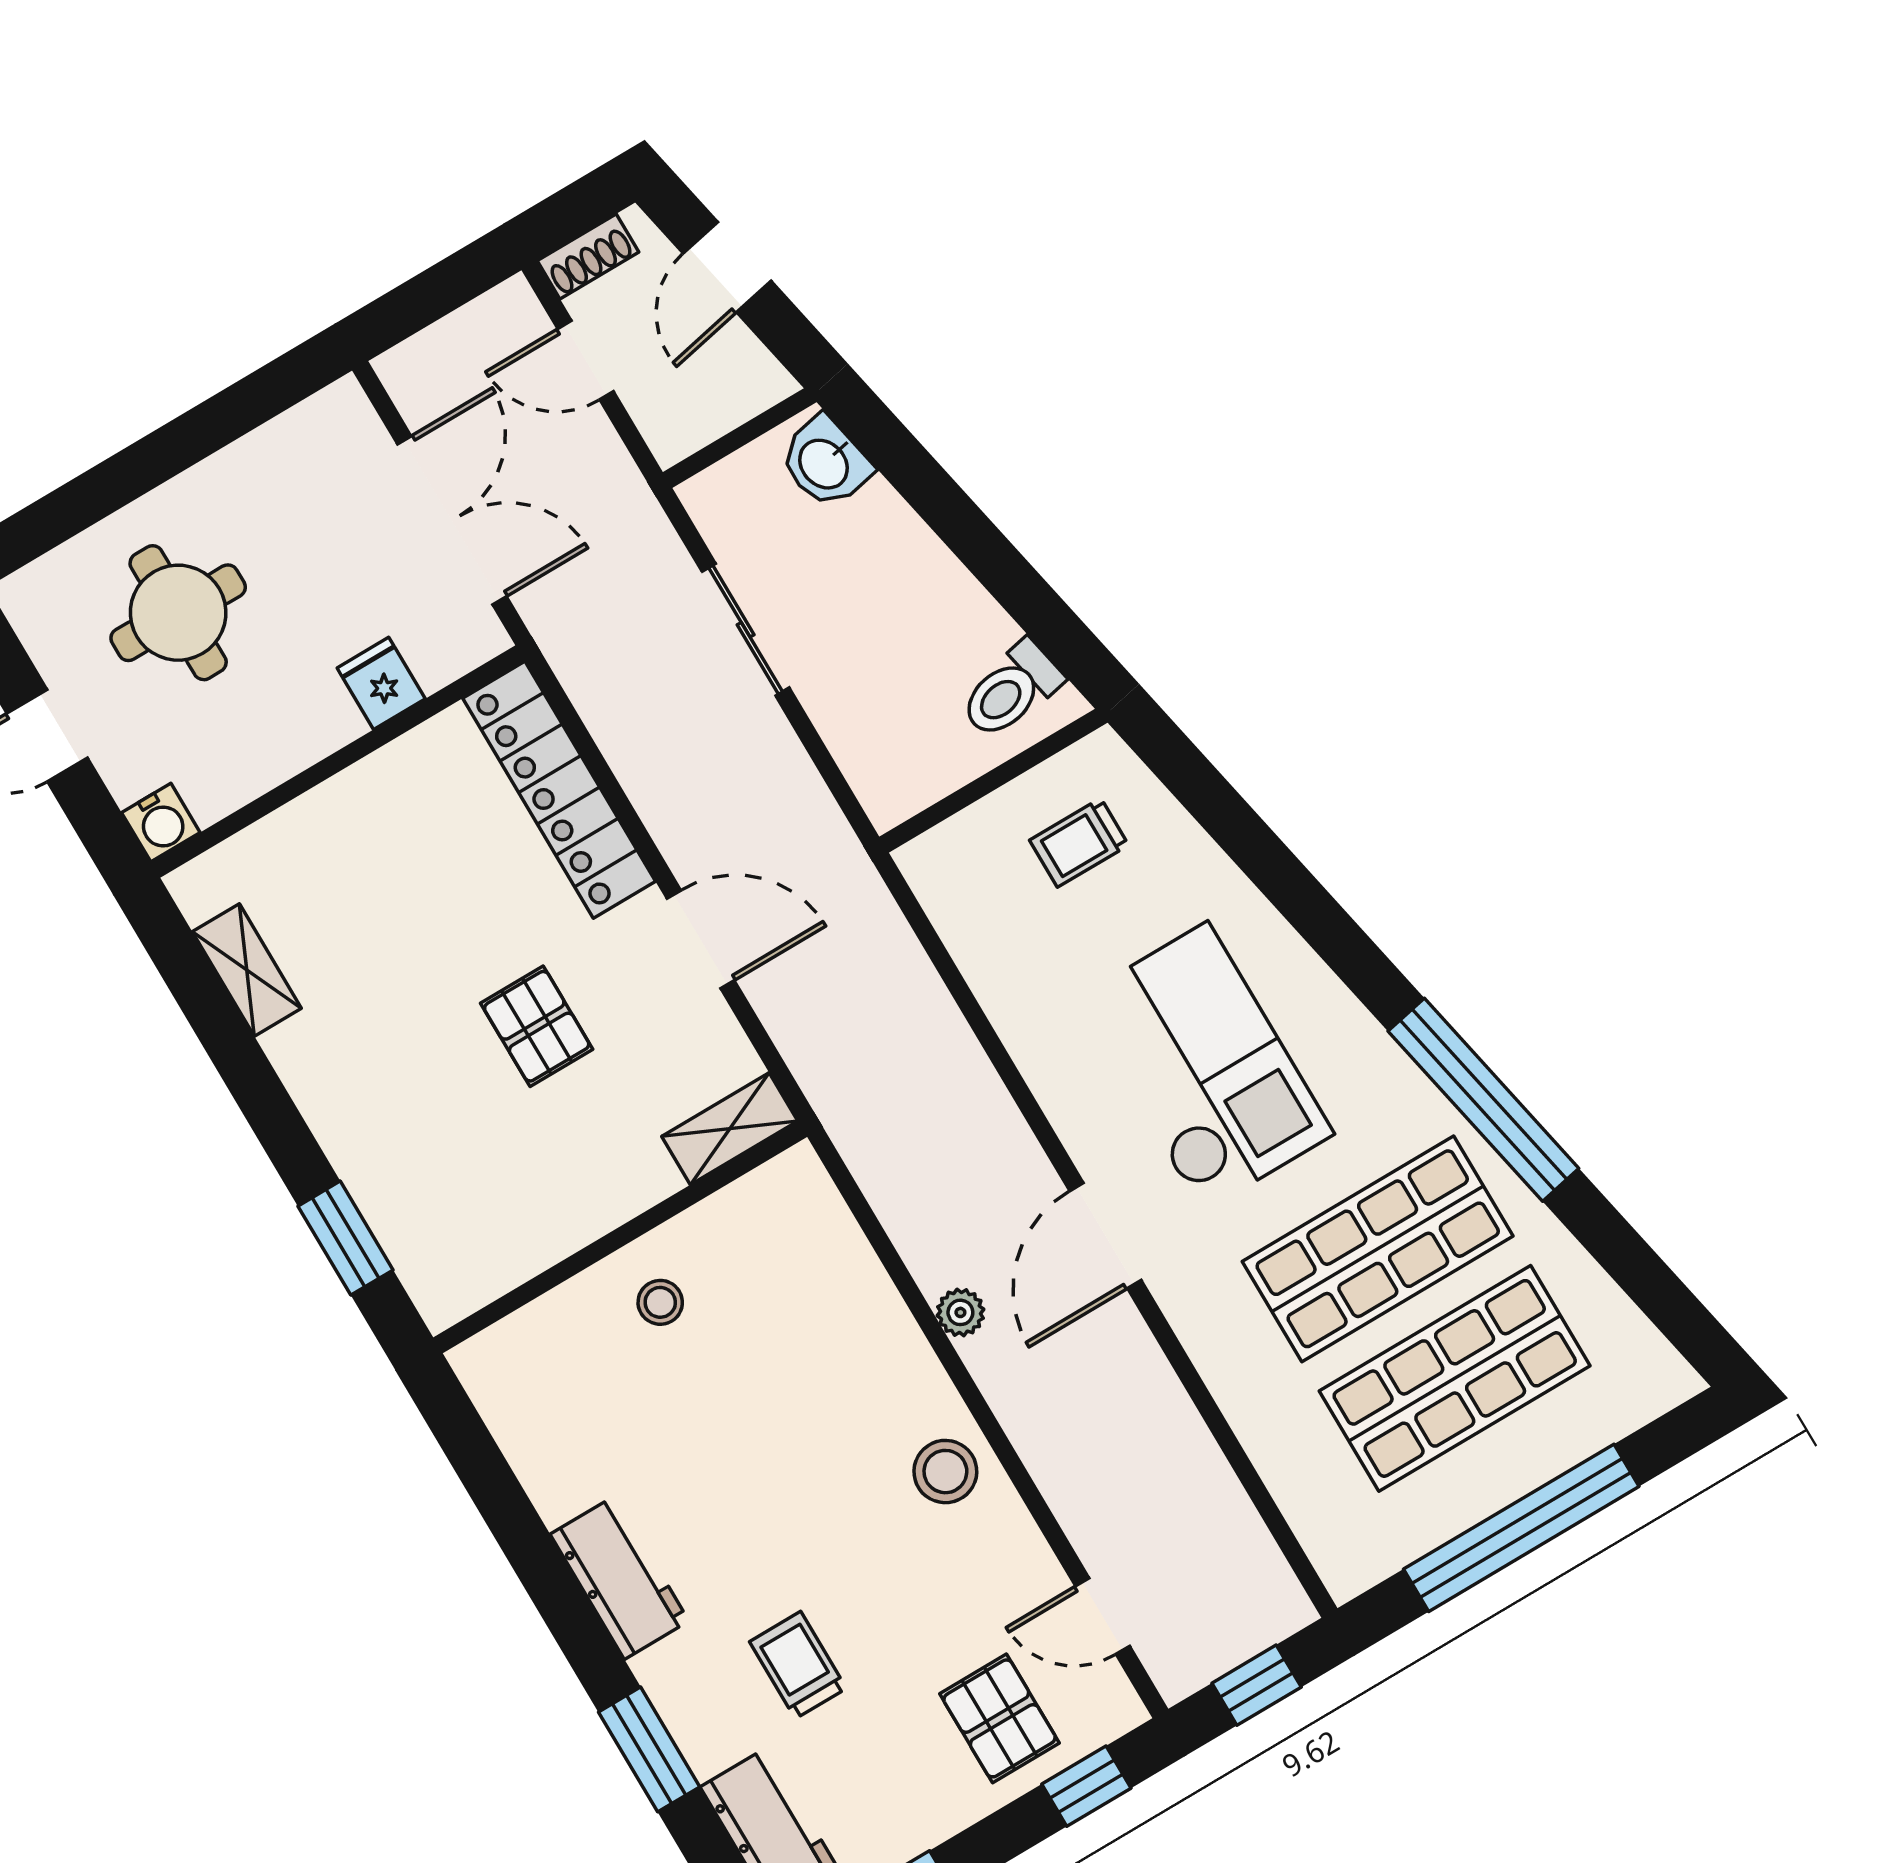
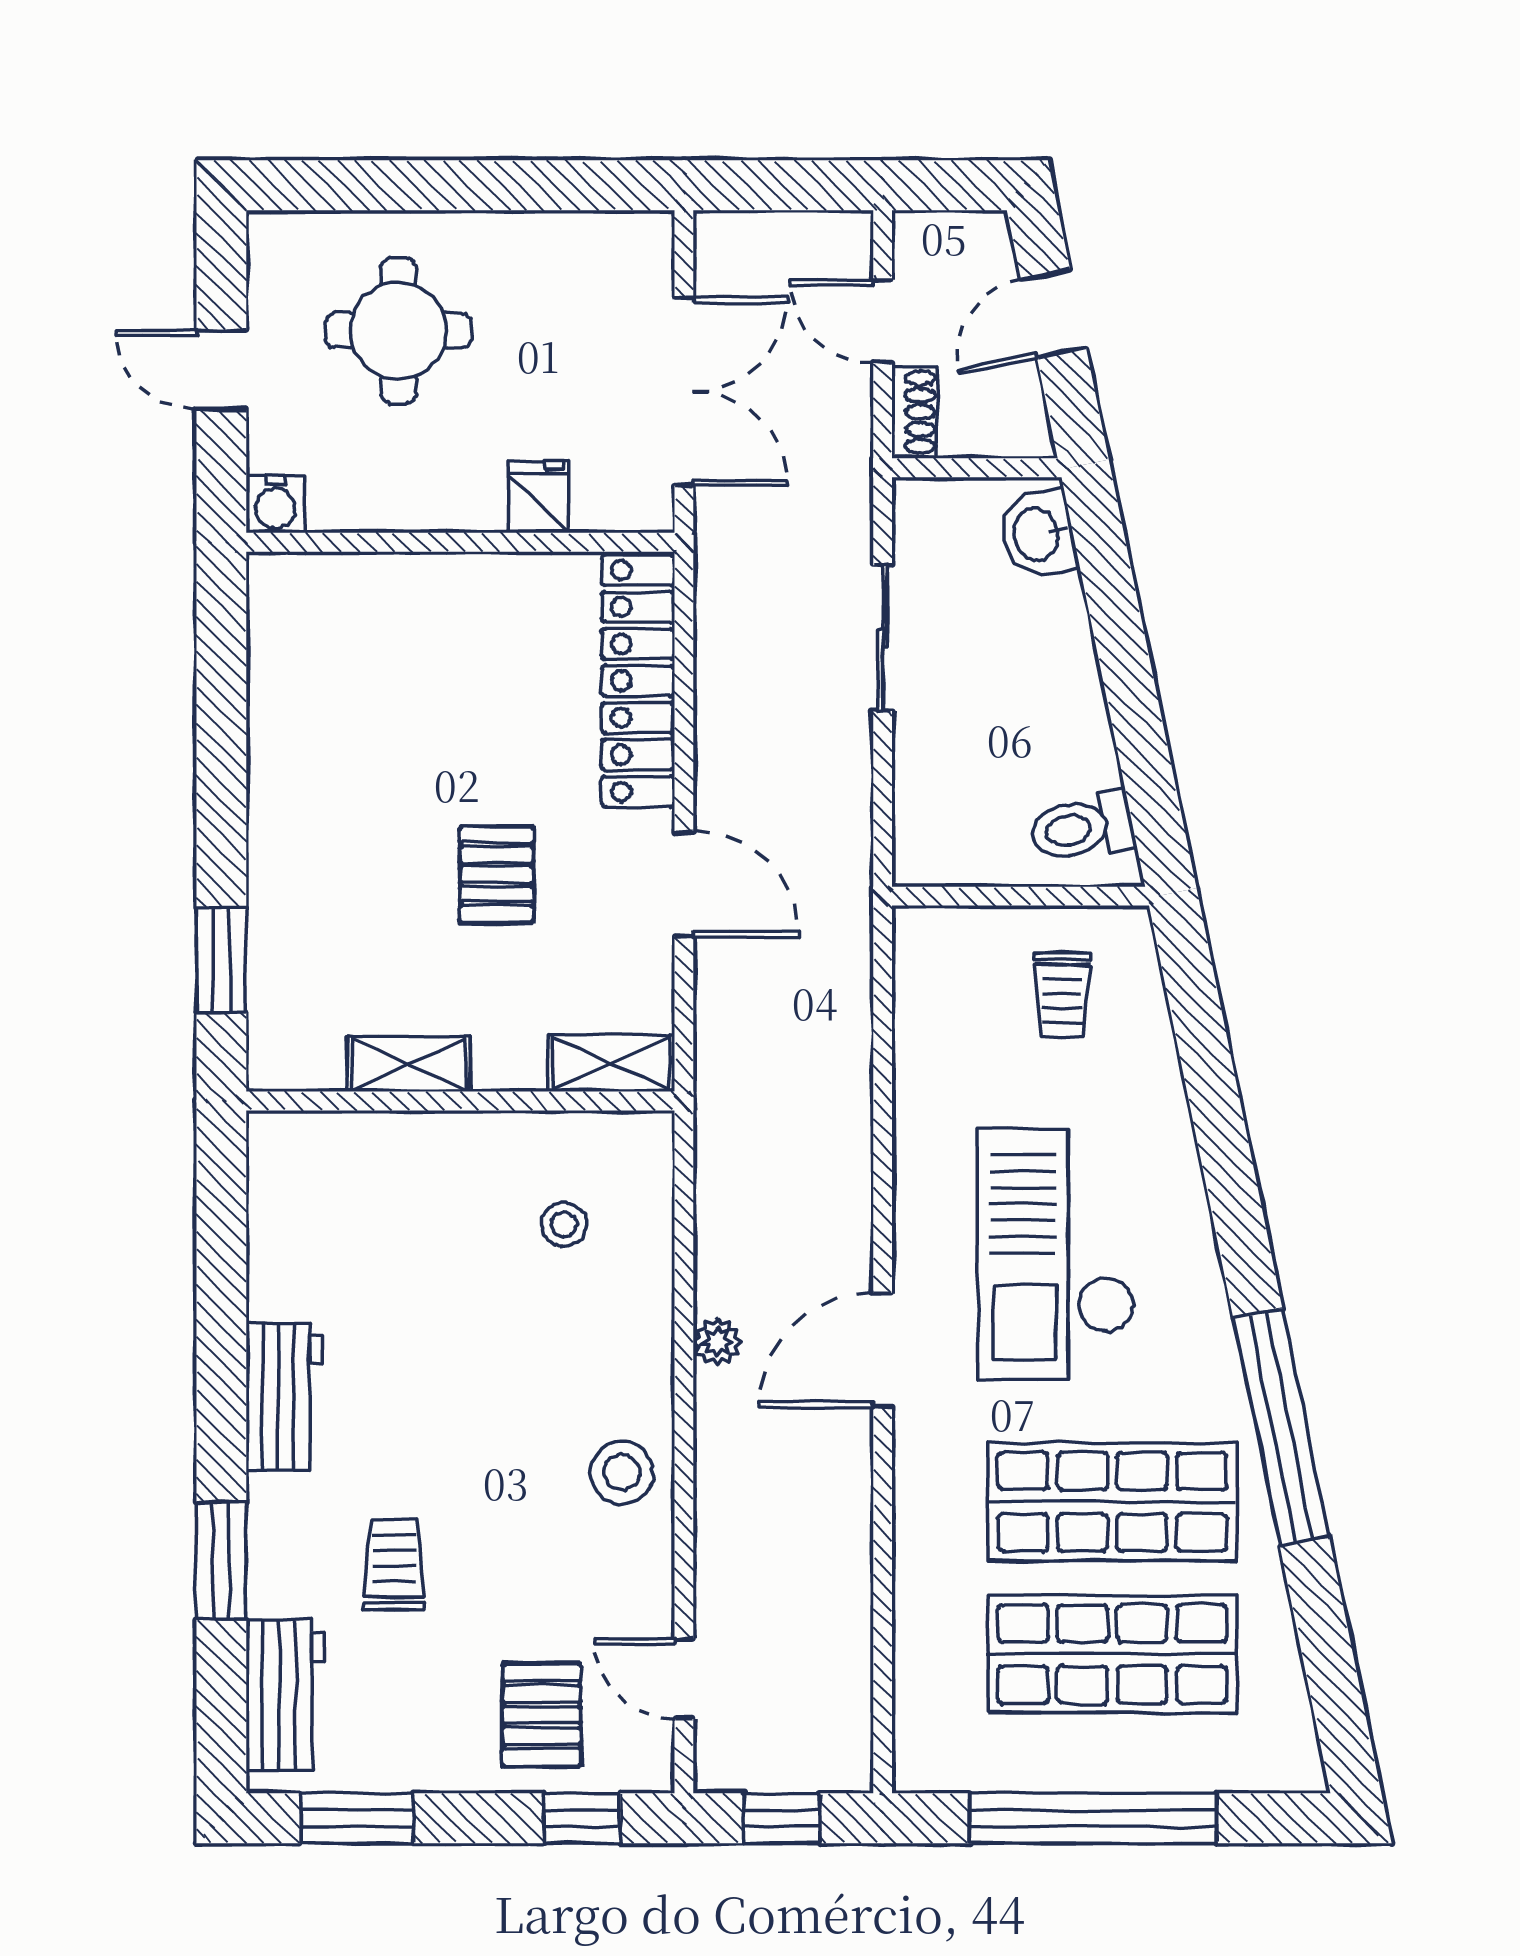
shoe rack: (588, 256) -> (914, 412), moved, turned -90
trolley: (1079, 843) -> (1062, 995), turned -90
shelving: (247, 970) -> (409, 1064), moved, turned 90
checkout: (1205, 1067) -> (1056, 1255), turned 180
stool: (660, 1302) -> (564, 1224), moved

